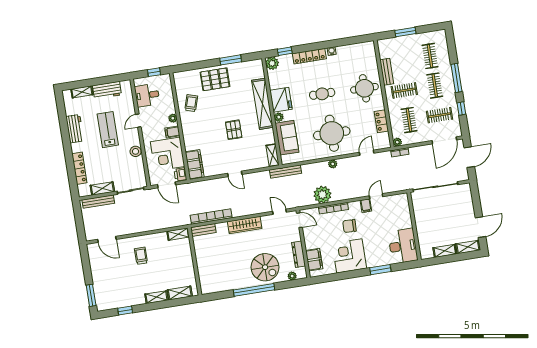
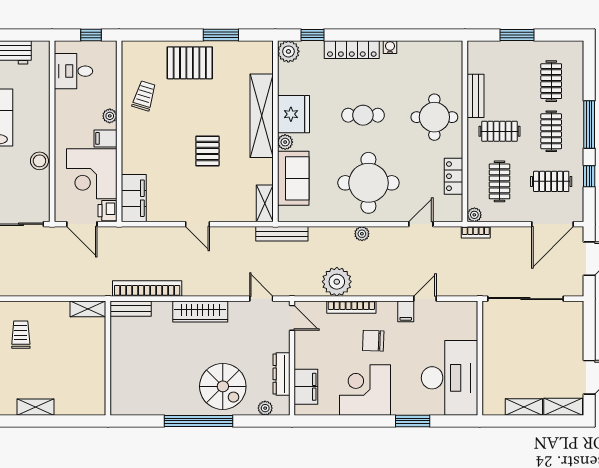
door: (138, 121) -> (52, 111), removed
desk: (403, 246) -> (449, 378), width x1.36, depth x1.30
shelving: (180, 293) -> (75, 406), removed

